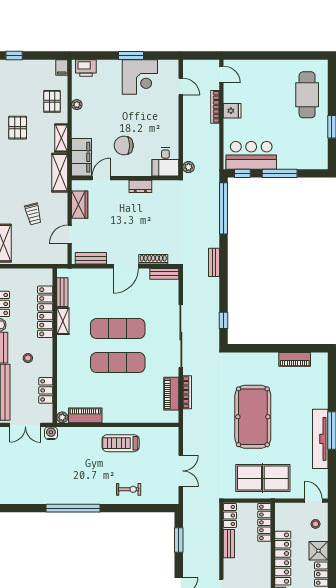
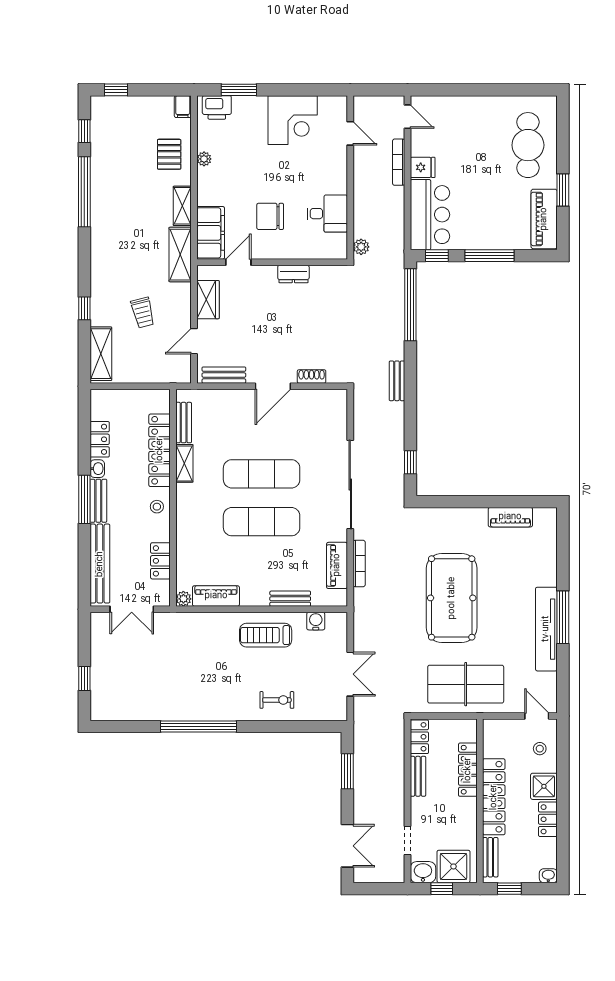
window: (131, 55) -> (239, 90), moved
pallet: (18, 128) -> (121, 191), removed
piano: (319, 147) -> (544, 219), added
bar counter: (251, 155) -> (430, 215), moved, turned 90
desk: (165, 162) -> (327, 214), moved, turned -90
shoe rack: (153, 259) -> (312, 376), width x0.70
bench: (164, 274) -> (290, 599), moved
stool: (28, 358) -> (157, 507), moved
water cooler: (51, 433) -> (316, 621), moved
locker: (264, 522) -> (468, 770), moved

